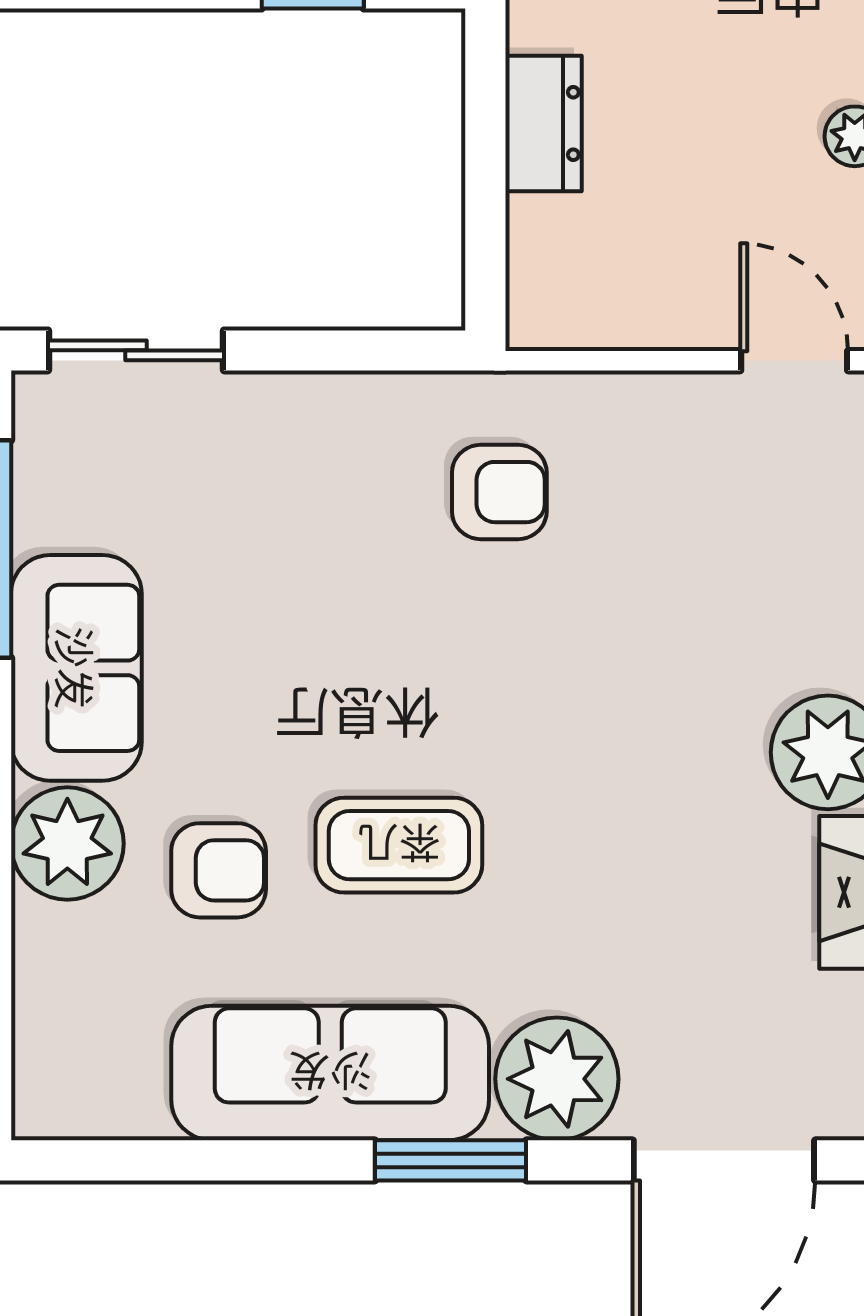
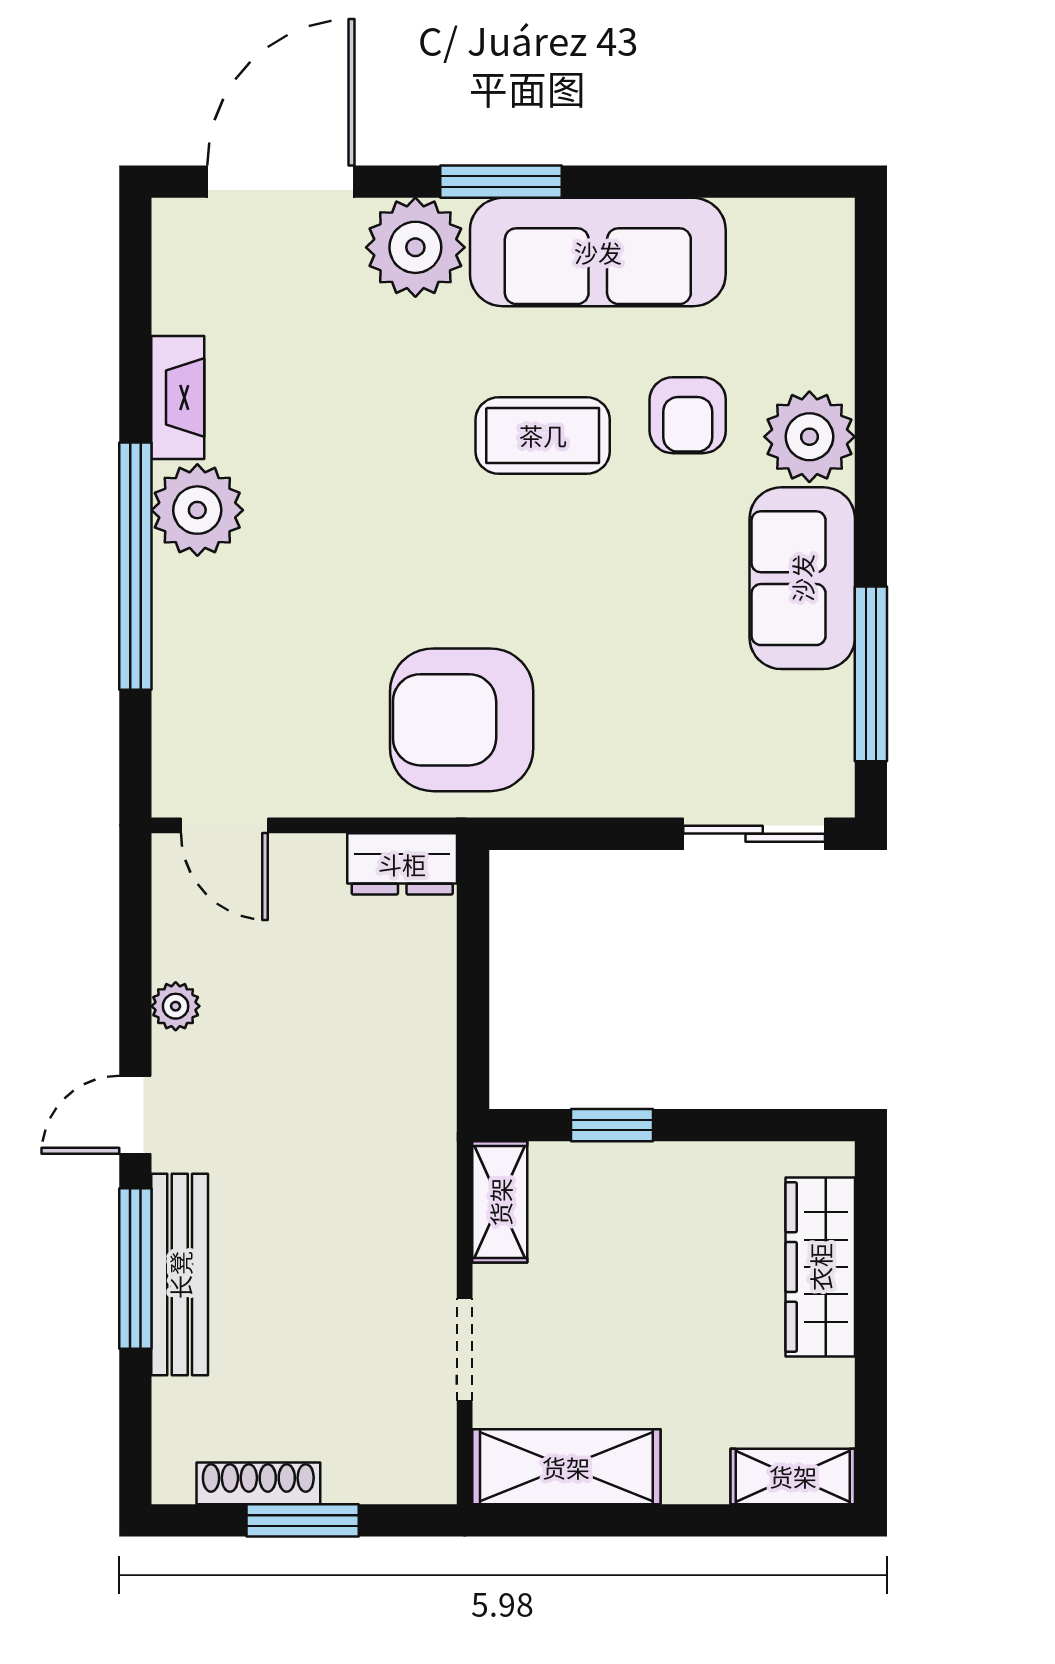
dresser: (544, 123) -> (402, 864), moved, turned -90
armchair: (499, 492) -> (462, 720), width x1.88, depth x1.88
armchair: (219, 870) -> (688, 415), turned -90

